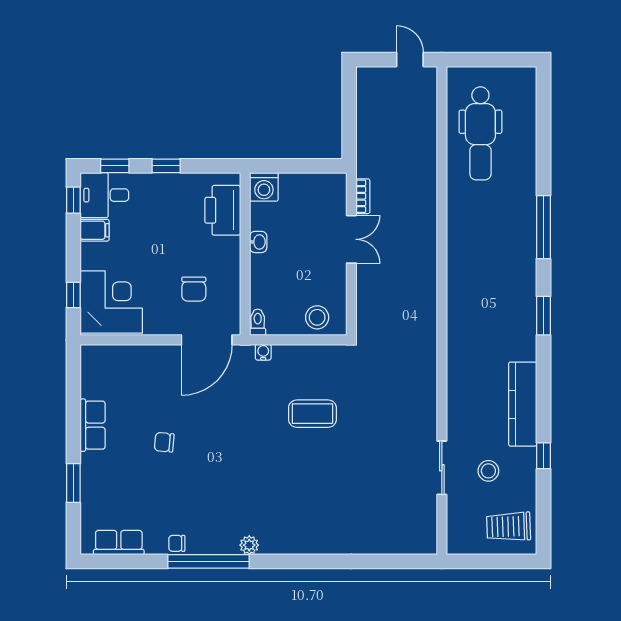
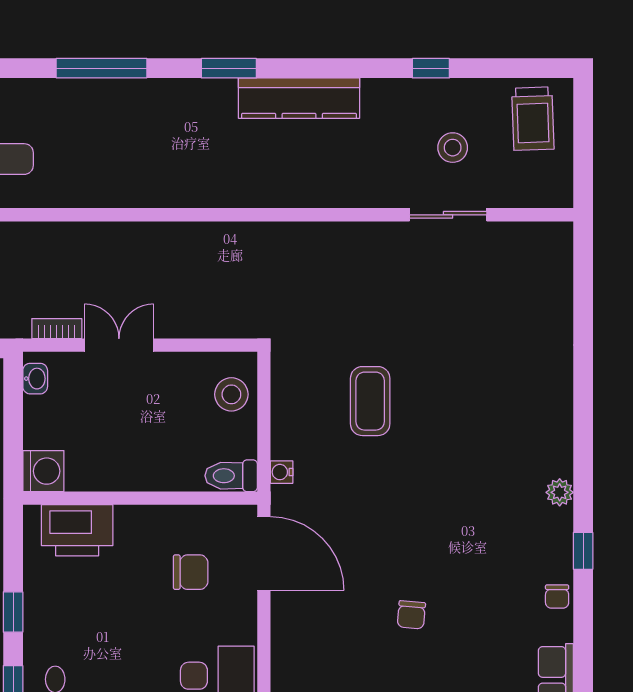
washbasin: (258, 242) -> (35, 379), moved, turned 90
toilet: (258, 322) -> (231, 476), width x1.37, depth x1.39
kitchen counter: (523, 404) -> (299, 98), moved
window: (208, 561) -> (583, 551), width x0.32

